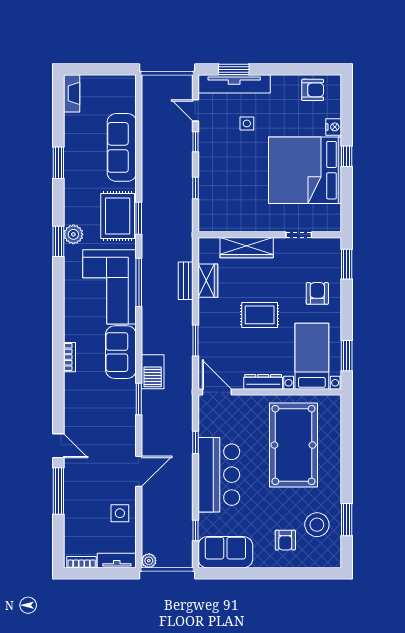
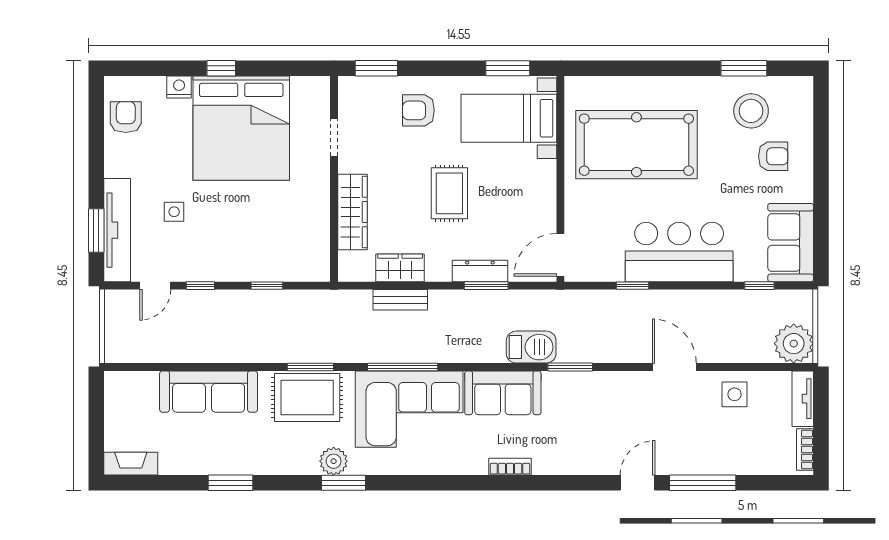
dresser: (263, 382) -> (480, 271), moved, turned 90
plant: (149, 561) -> (794, 344), width x1.87, depth x1.87

